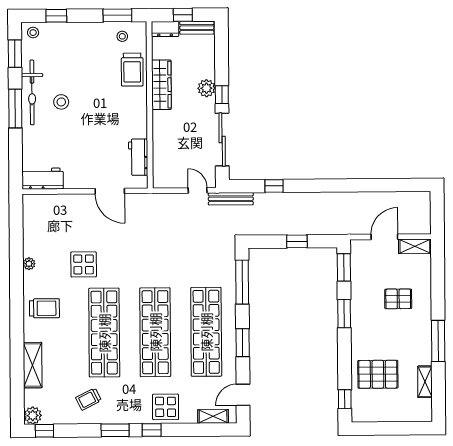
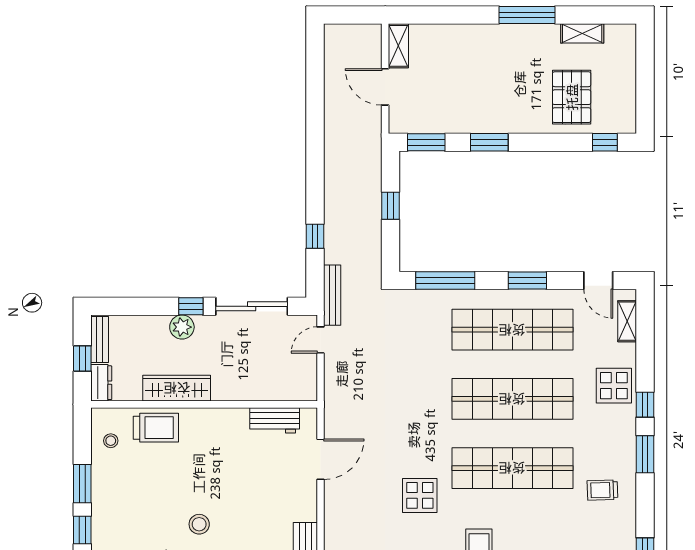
window: (117, 15) -> (82, 484), moved
pallet: (398, 299) -> (470, 69), removed
trolley: (88, 399) -> (602, 490), turned 115

